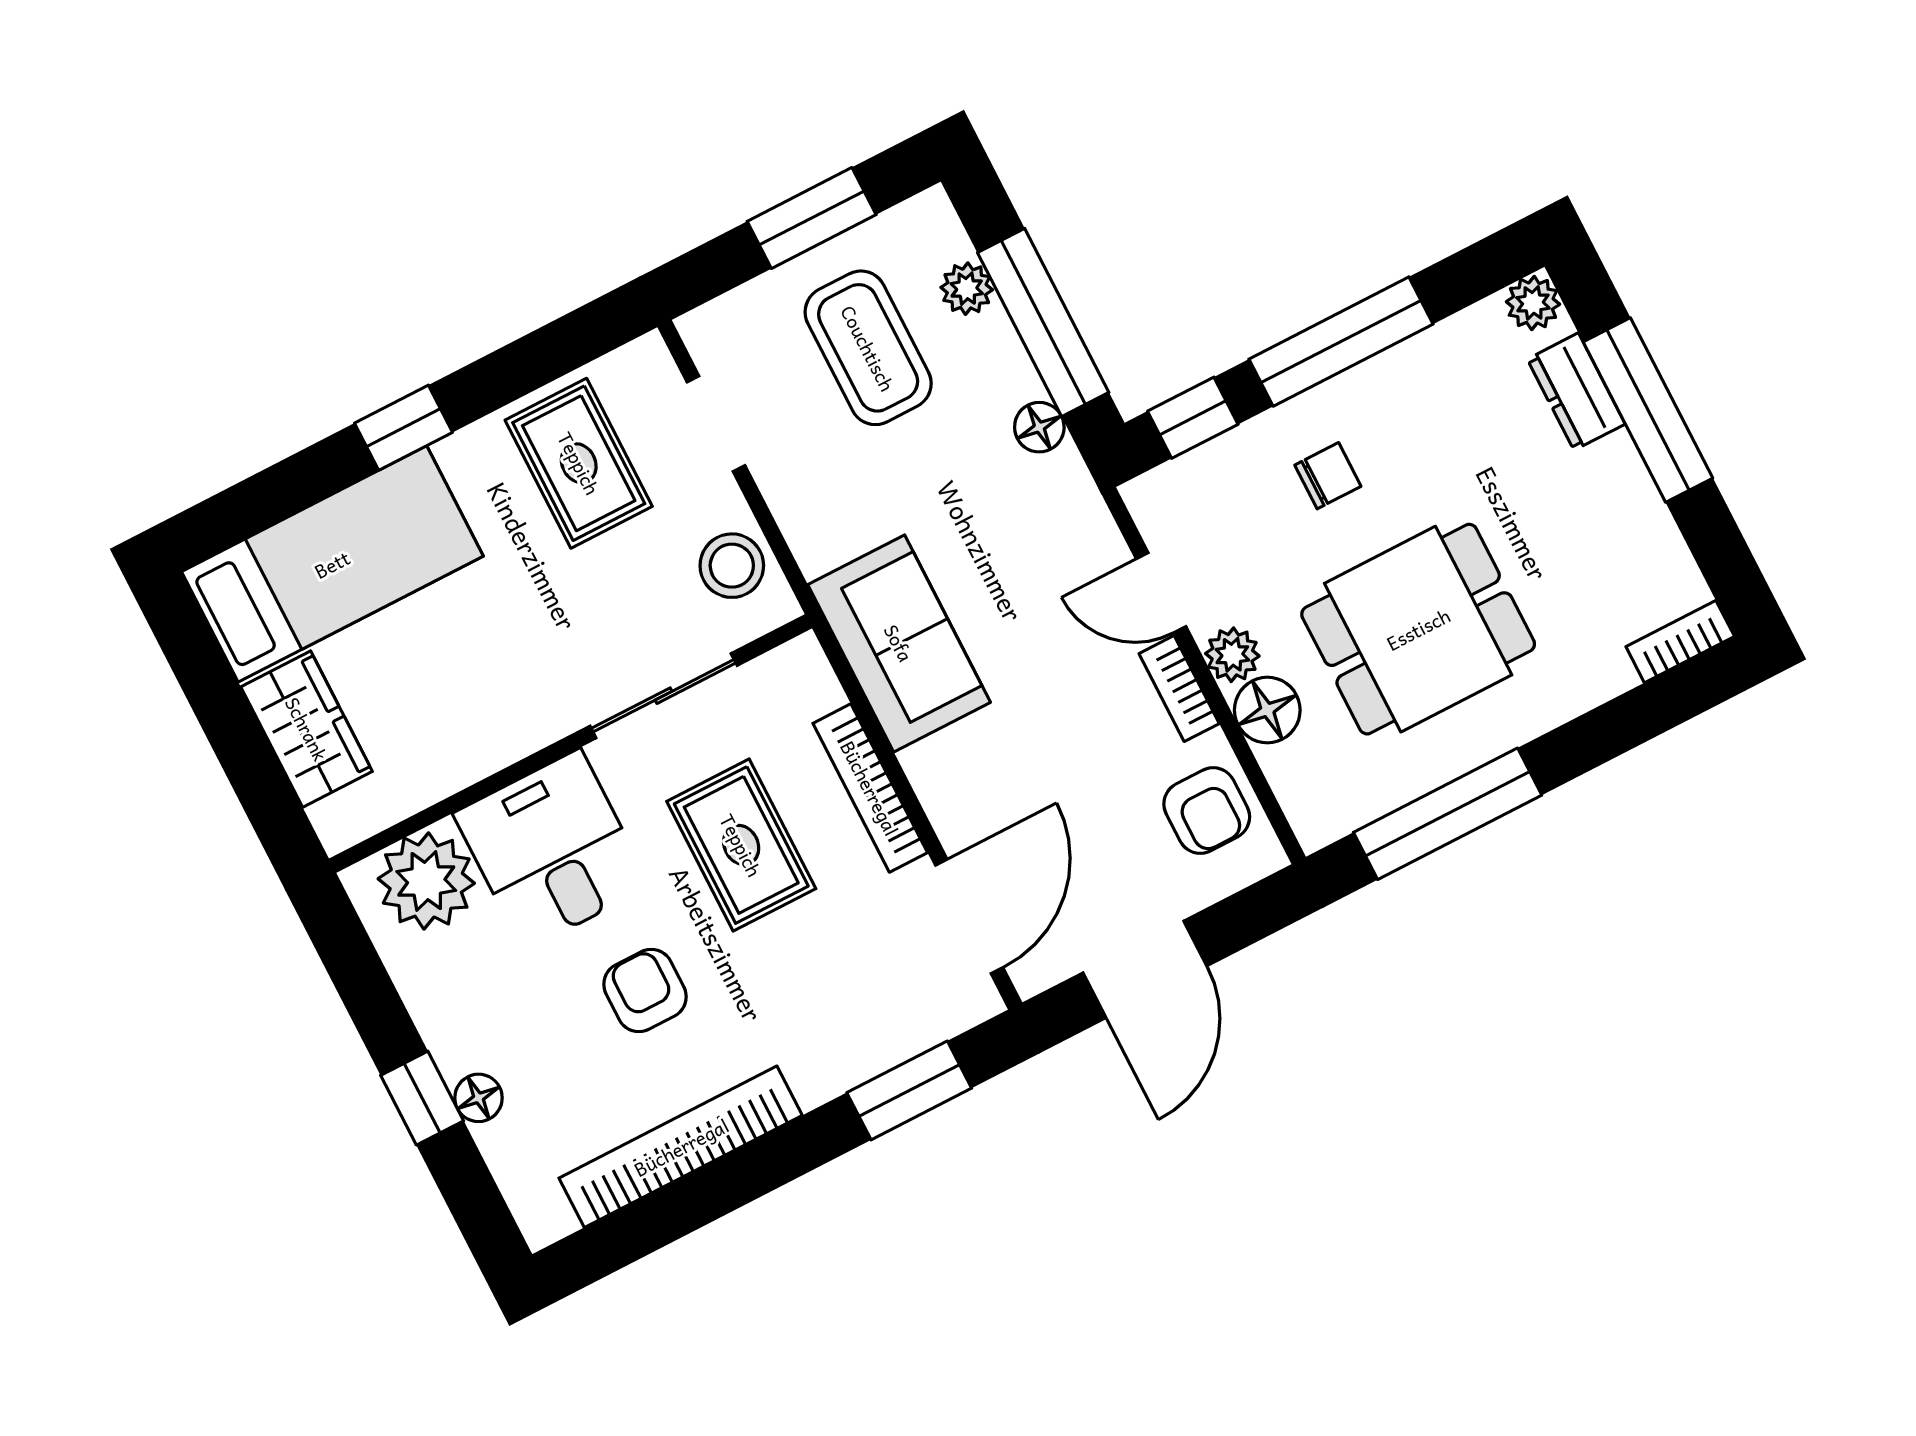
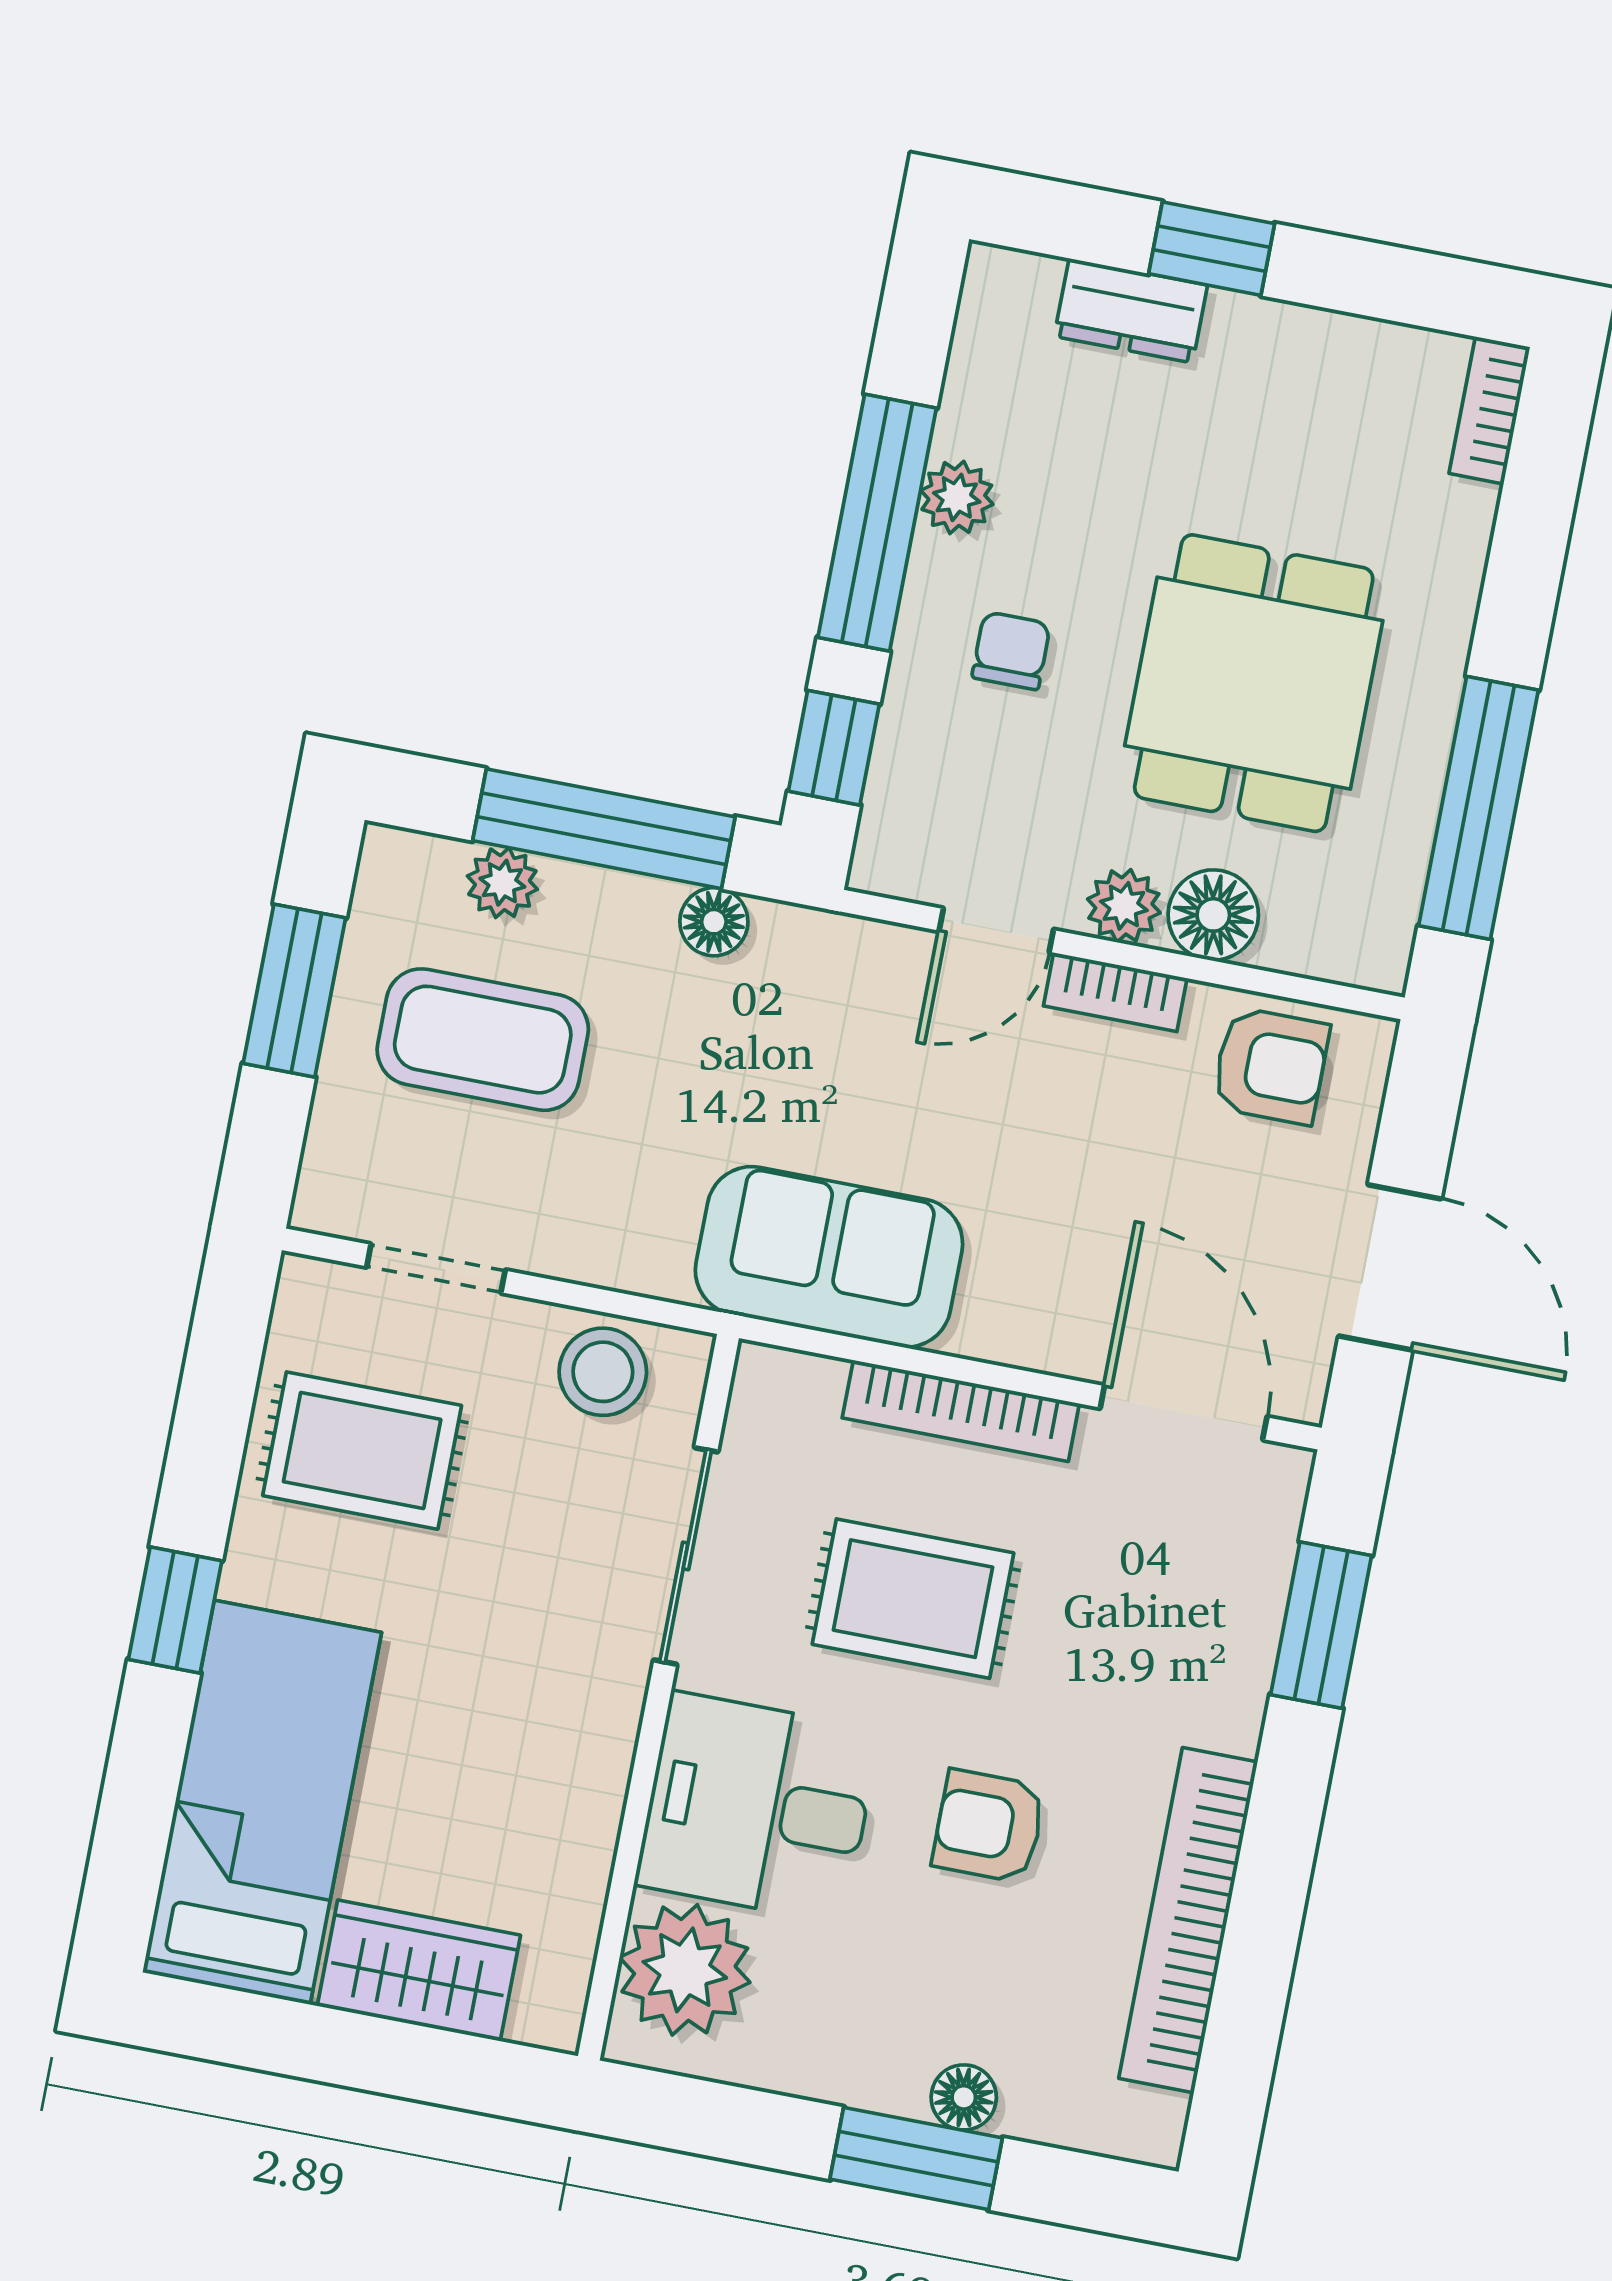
plant: (1533, 303) -> (957, 497), moved
window: (1648, 410) -> (1212, 249), width x0.46
window: (422, 1098) -> (916, 2159), width x1.50

